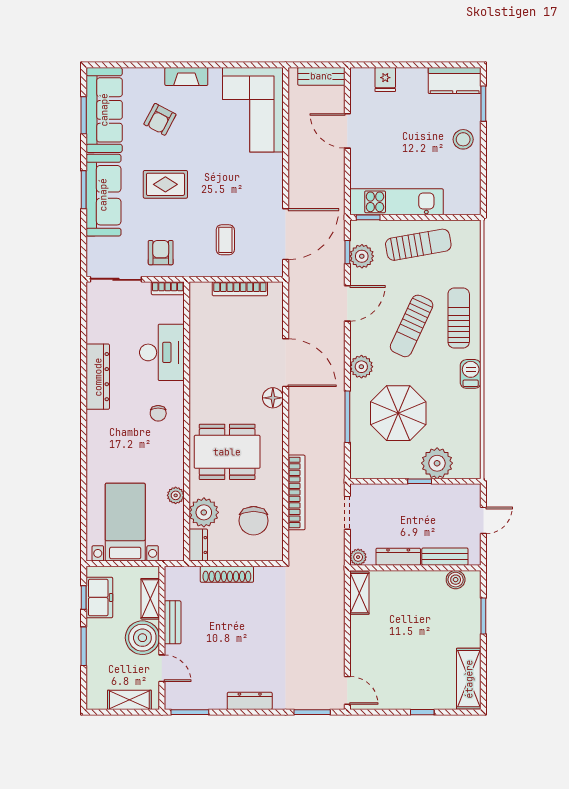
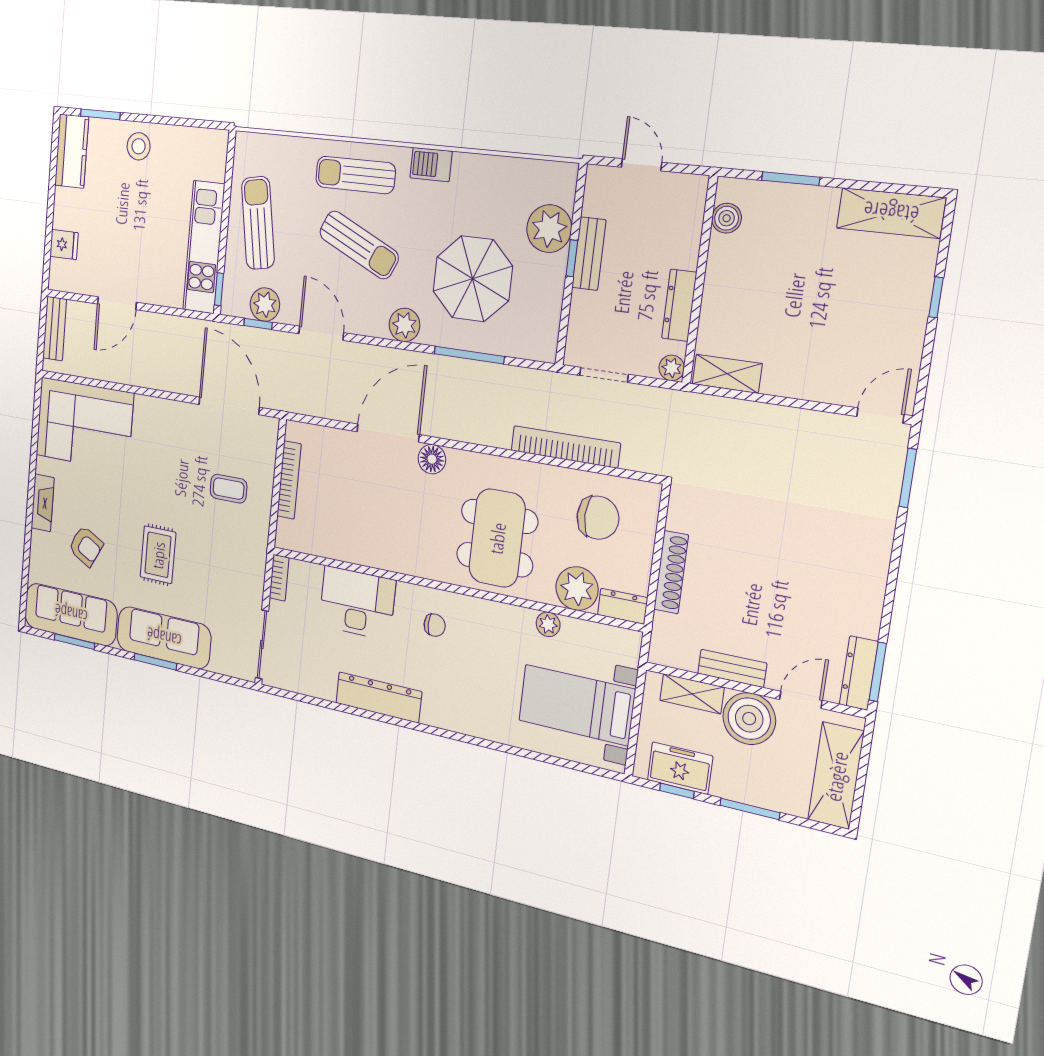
armchair: (161, 253) -> (236, 578), removed
bench: (445, 557) -> (589, 254), moved
shelving: (129, 700) -> (836, 776), width x1.50, depth x1.33
dresser: (250, 701) -> (859, 673), moved

